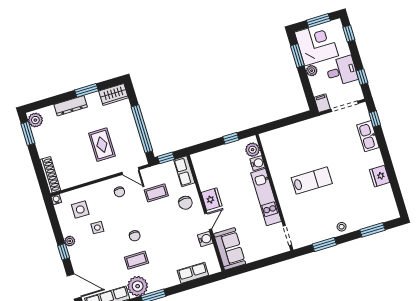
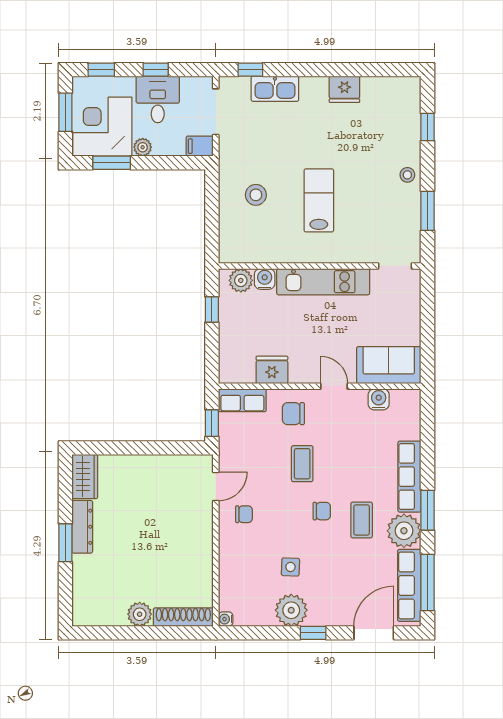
window: (362, 77) -> (156, 70), moved
window: (86, 90) -> (65, 543), moved
dresser: (71, 106) -> (82, 527), moved
plant: (35, 120) -> (140, 614), moved
window: (142, 129) -> (154, 448), removed
window: (28, 134) -> (106, 633), removed
stool: (304, 144) -> (256, 195), added
rug: (102, 145) -> (160, 519), removed
coffee table: (156, 193) -> (302, 464), moved
fridge: (212, 199) -> (272, 370), moved
chair: (185, 203) -> (293, 414), turned 180
side table: (80, 209) -> (253, 586), removed
window: (372, 230) -> (427, 127), width x0.67
water cooler: (205, 239) -> (379, 399), moved
plant: (70, 241) -> (291, 610), width x1.88, depth x1.88
row of seats: (193, 273) -> (409, 477), moved, width x1.48

